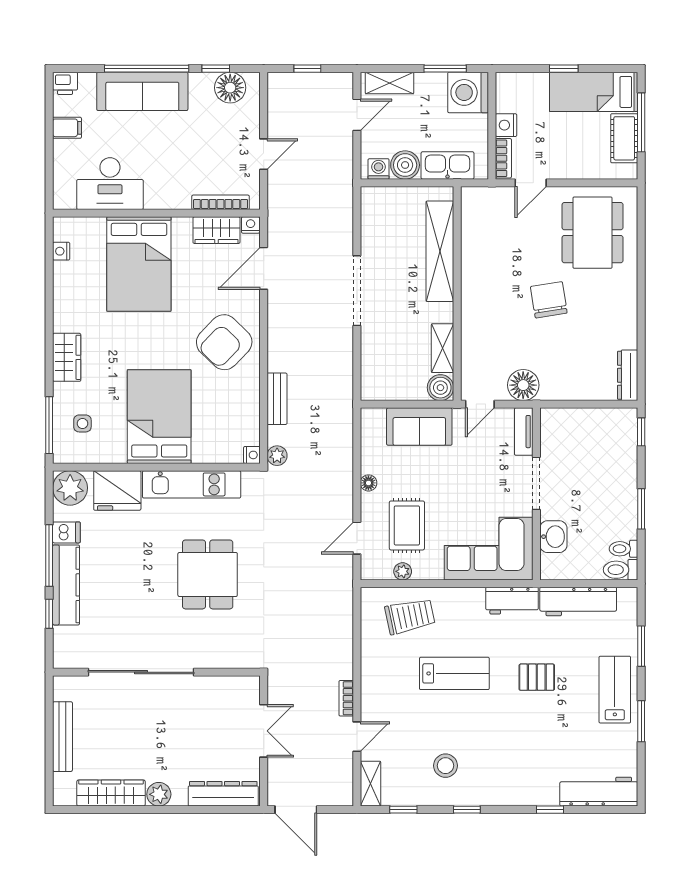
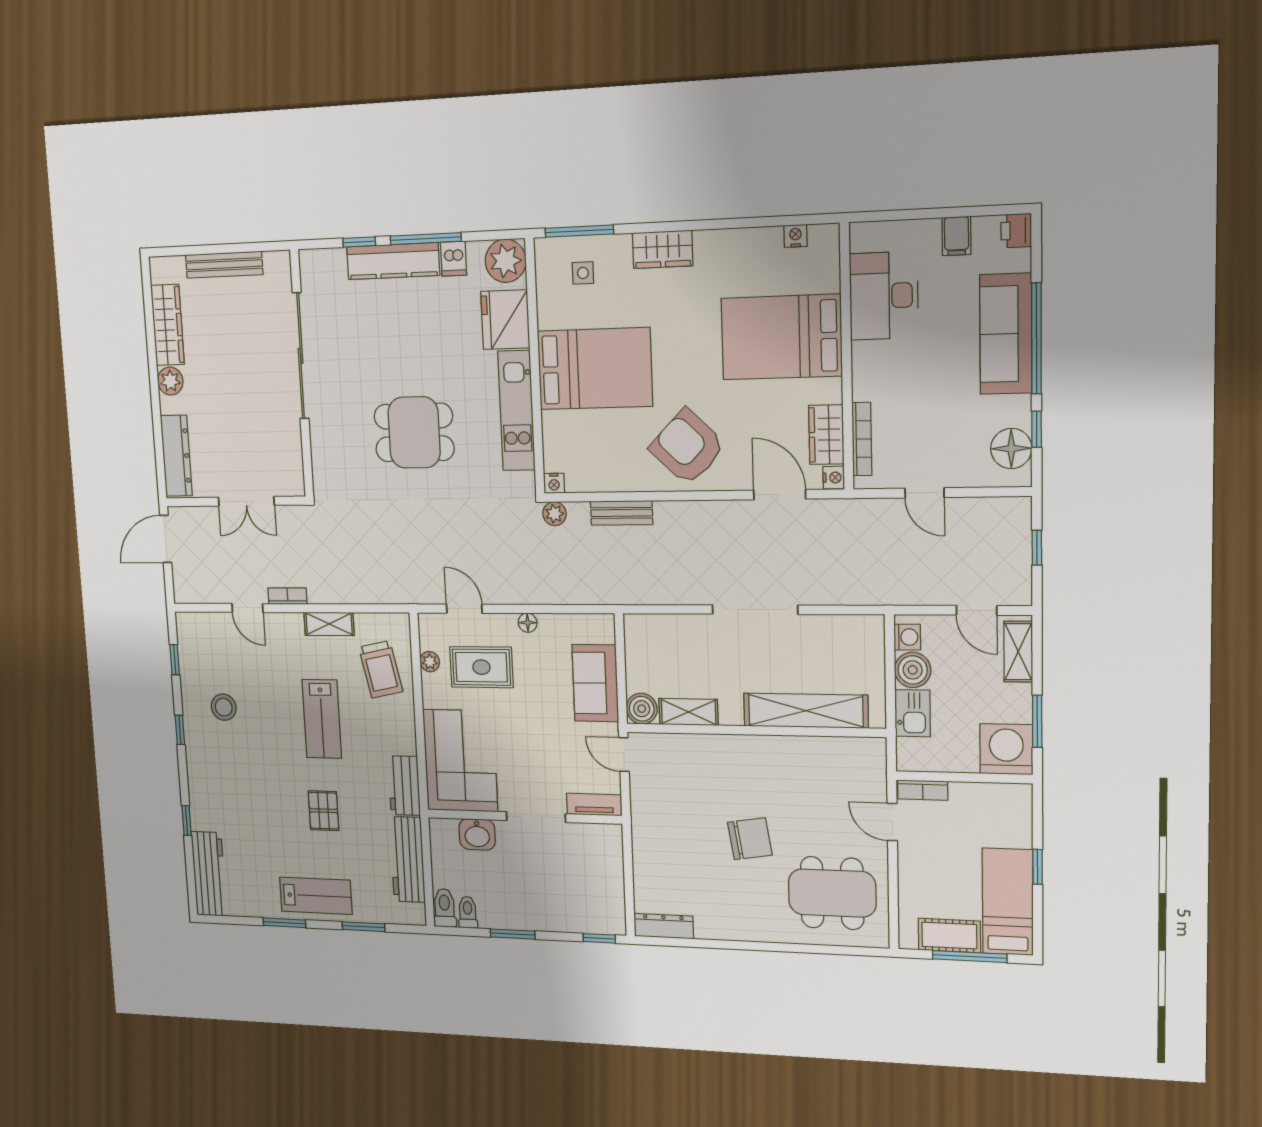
nightstand: (506, 125) -> (965, 794), removed
kitchen sink: (447, 165) -> (913, 713), width x0.73
floor lamp: (523, 385) -> (648, 806), removed
shelving: (370, 784) -> (329, 624), moved

